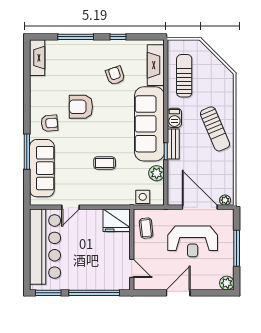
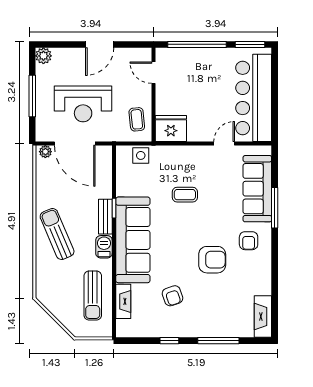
fireplace: (156, 65) -> (123, 301), width x0.73, depth x0.76
armchair: (49, 123) -> (249, 241), turned -85
plant: (157, 173) -> (125, 183), removed
reception desk: (193, 241) -> (83, 104), turned 180

